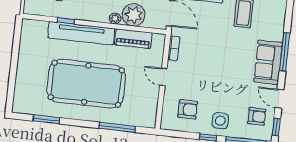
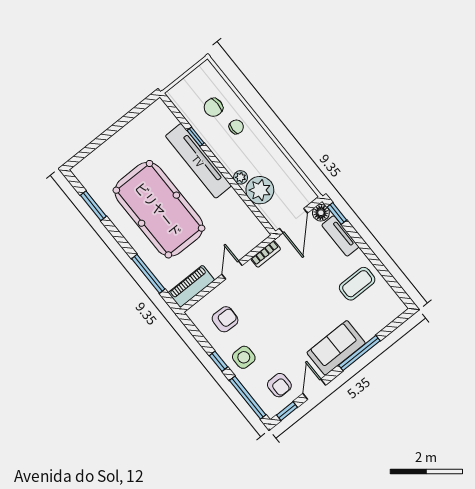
piano: (133, 39) -> (191, 286), moved, turned 90
armchair: (188, 109) -> (225, 319), turned -88

